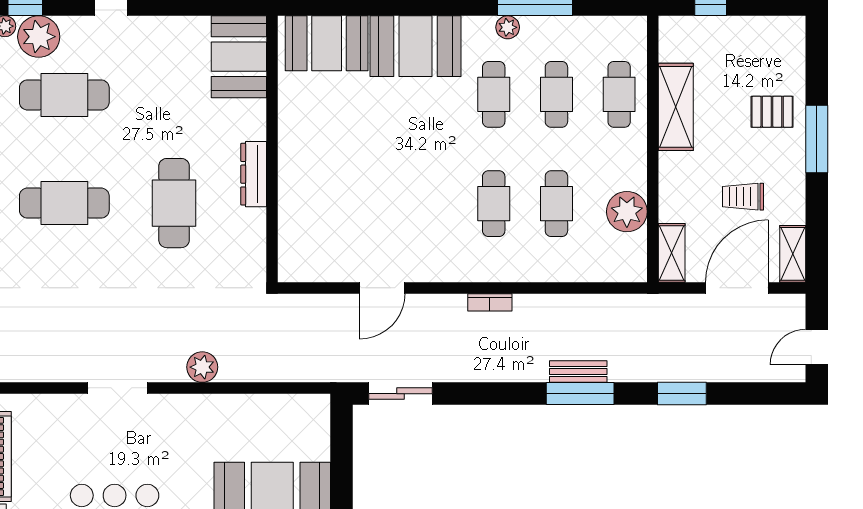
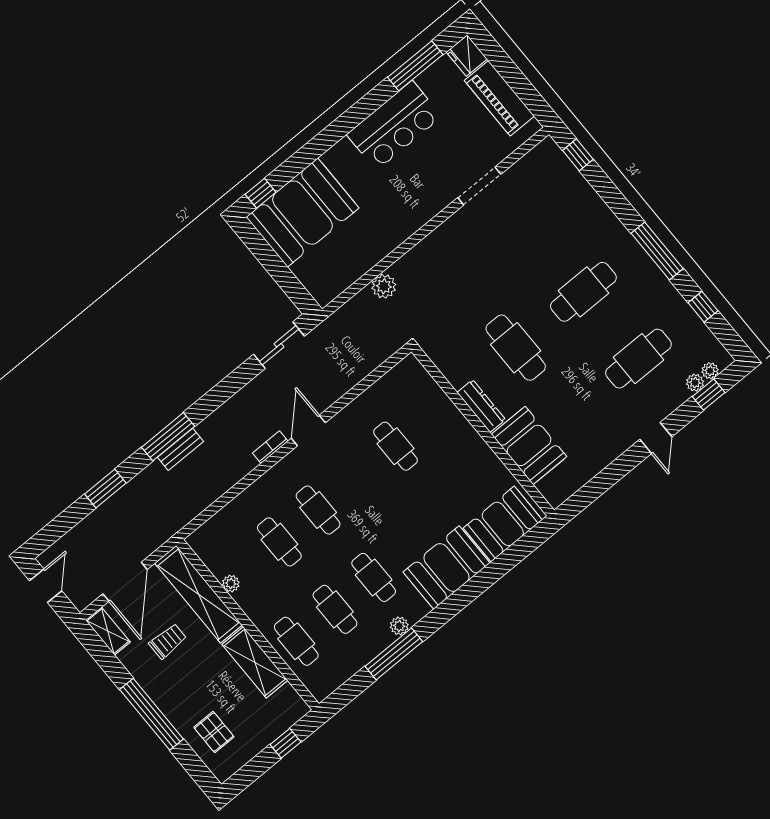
plant: (39, 37) -> (695, 383), width x0.53, depth x0.53
booth: (239, 57) -> (529, 445), moved
pallet: (772, 112) -> (214, 732), moved, turned 90
window: (817, 139) -> (152, 714), width x1.46
cafe table: (368, 204) -> (395, 446), added
plant: (627, 212) -> (231, 584), width x0.53, depth x0.53
shelving: (672, 253) -> (198, 594), width x2.20, depth x1.33
door: (382, 288) -> (308, 431), moved
plant: (202, 367) -> (384, 286), moved
doorway: (117, 388) -> (479, 186), moved

